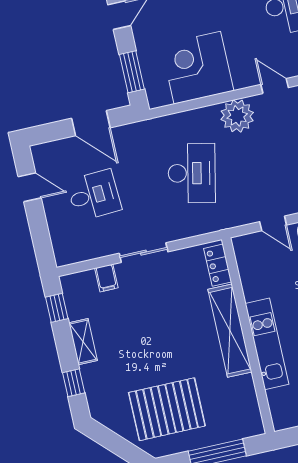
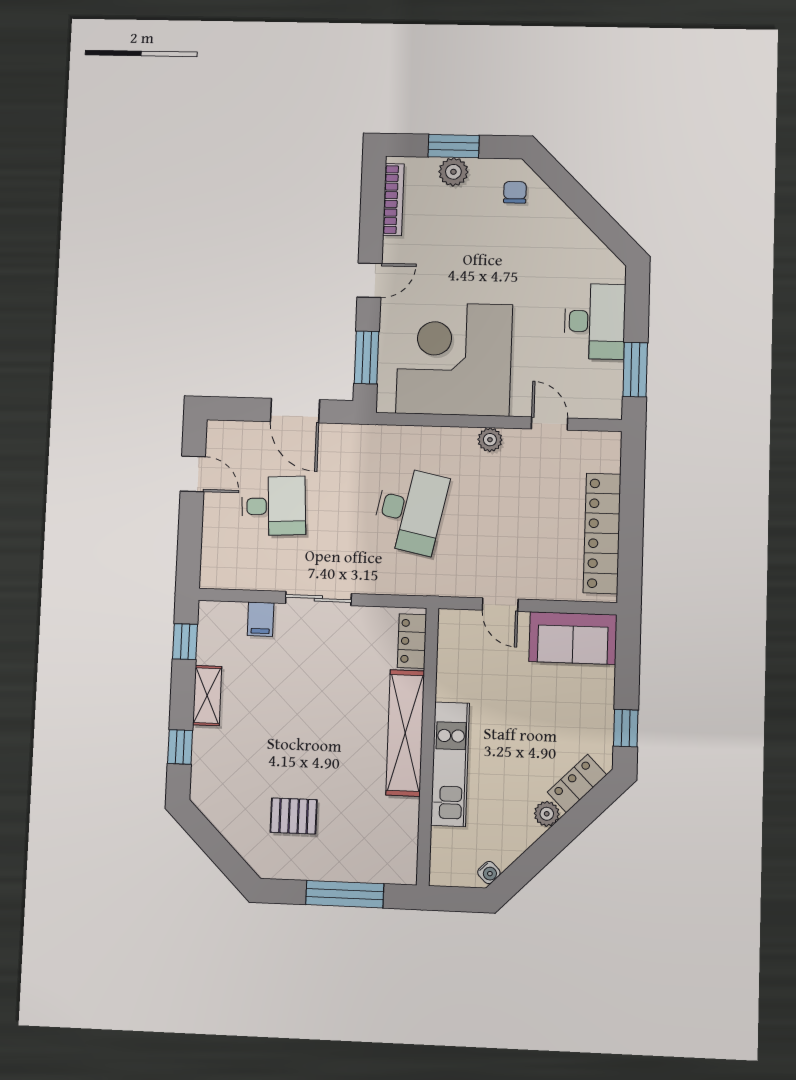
corner desk: (197, 68) -> (454, 359), width x1.36, depth x1.36
plant: (237, 116) -> (490, 440), width x0.53, depth x0.53
pallet: (167, 409) -> (294, 816), width x0.49, depth x0.50

